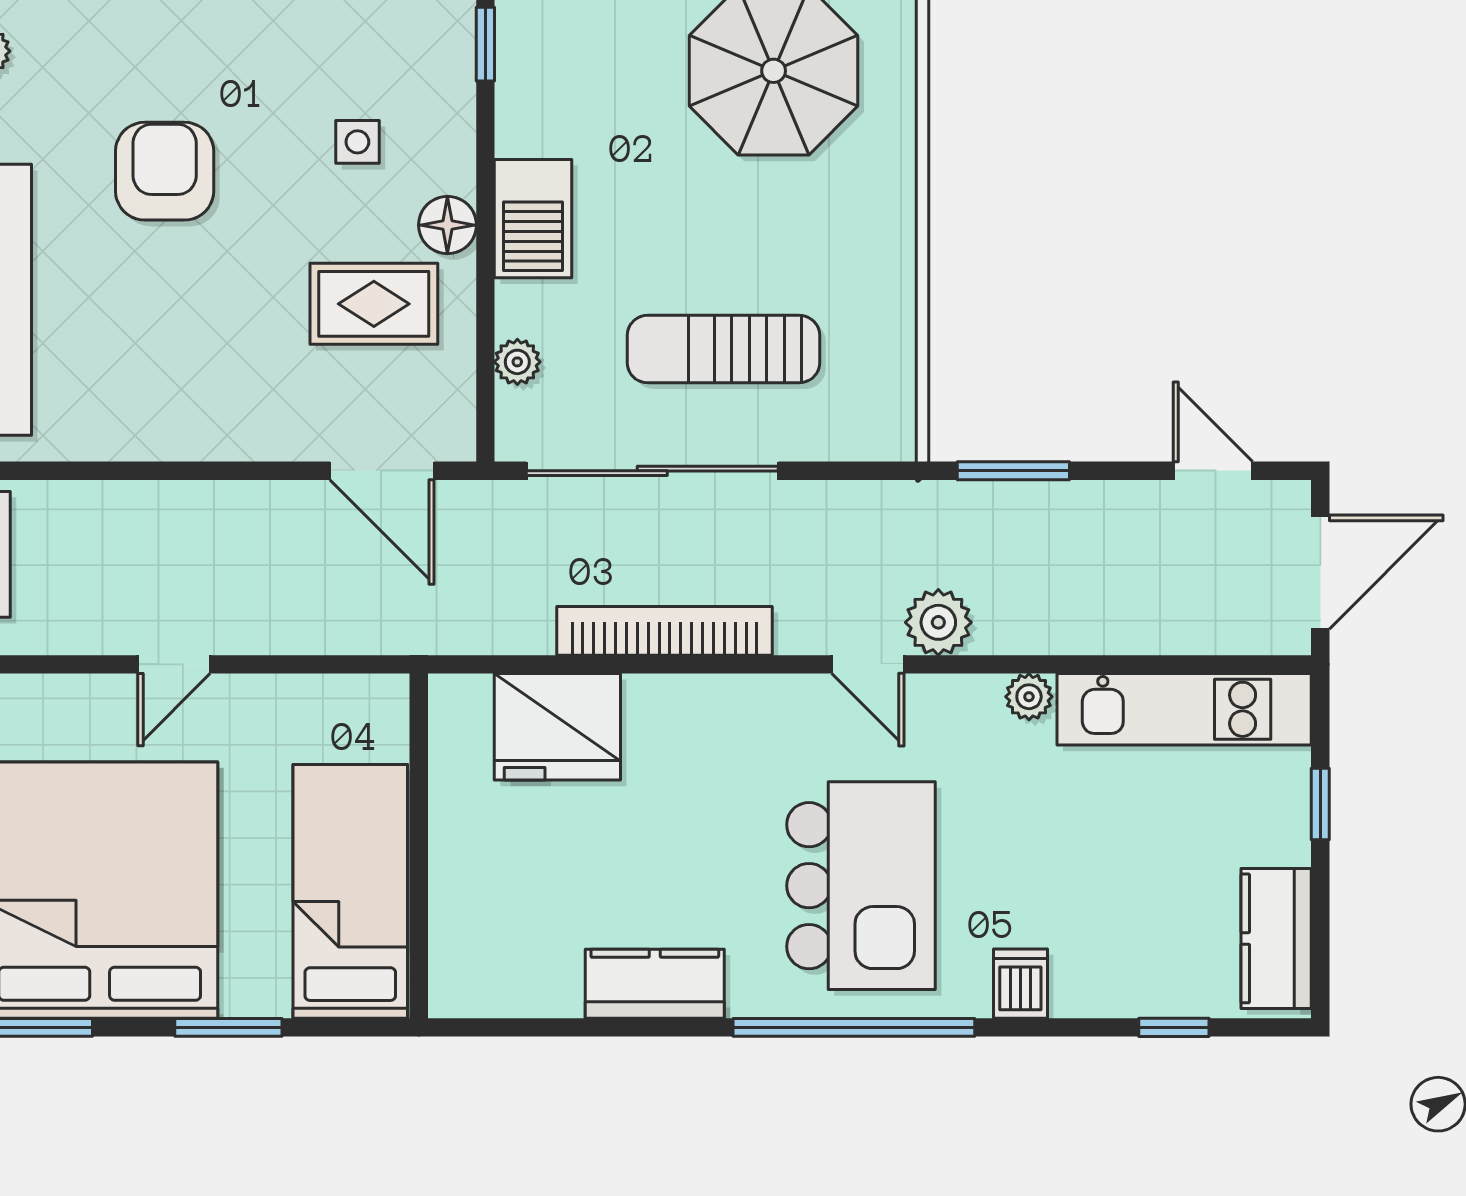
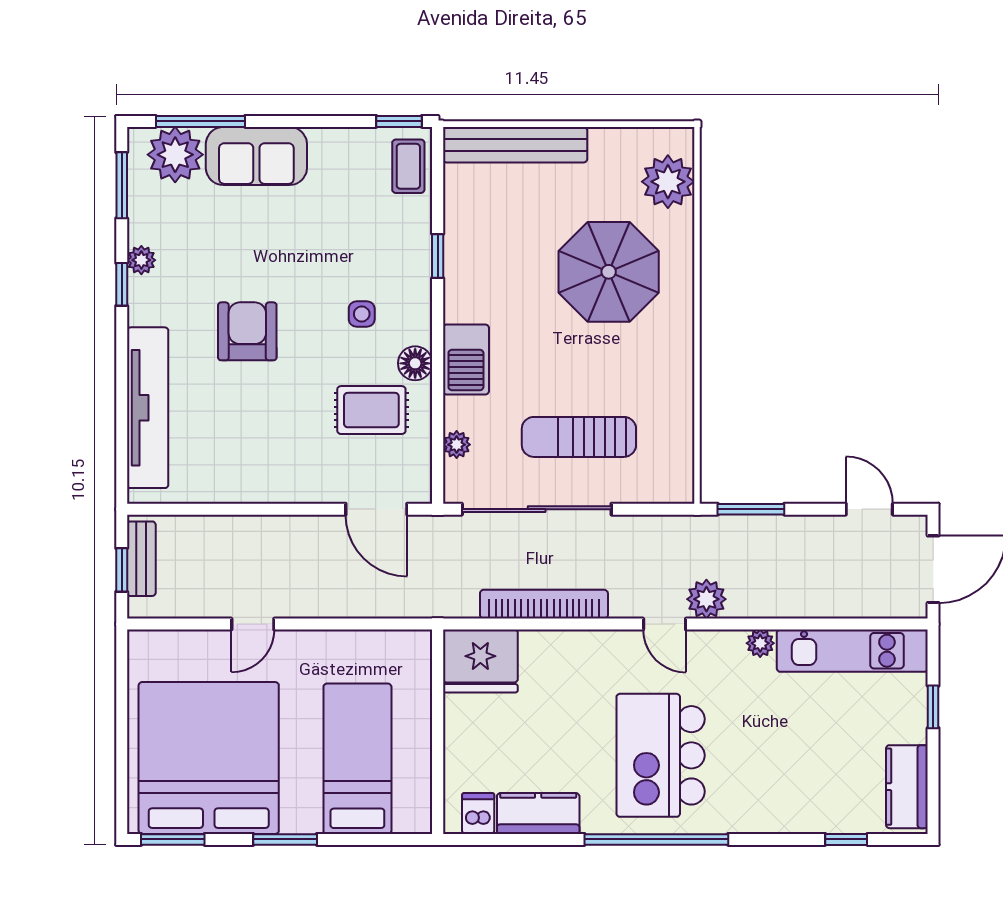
wall: (419, 846) -> (438, 732), moved
kitchen island: (861, 886) -> (661, 755), turned 180
dishwasher: (1020, 984) -> (478, 813), moved

